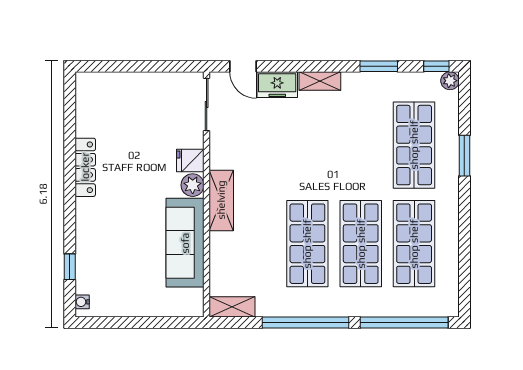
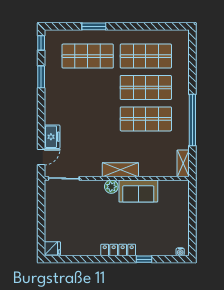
shelving: (320, 81) -> (50, 112), removed
plant: (450, 81) -> (50, 35), removed
fridge: (190, 161) -> (52, 248), moved, turned -90
locker: (85, 167) -> (118, 250), moved
sofa: (185, 243) -> (138, 191), width x0.73
window: (70, 267) -> (144, 259), moved
window: (404, 323) -> (192, 62), removed

